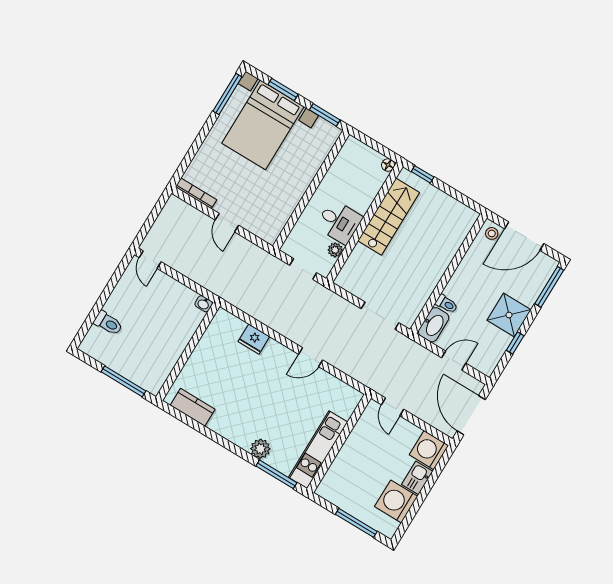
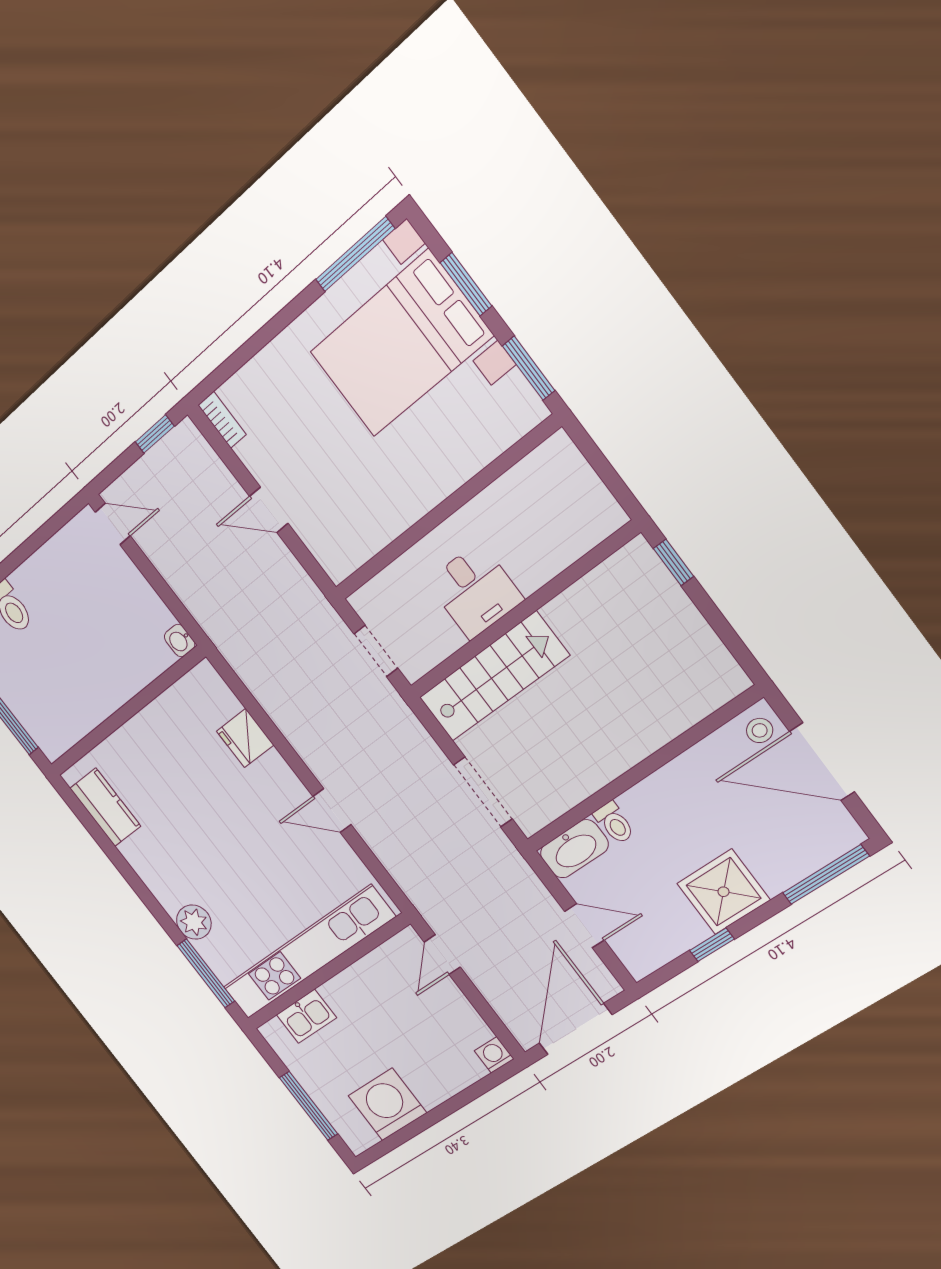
floor lamp: (388, 165) -> (613, 517), removed
bookcase: (196, 193) -> (222, 420), width x0.64
window: (158, 208) -> (155, 434), added
stairs: (389, 217) -> (494, 677), moved
door: (227, 223) -> (269, 510), hinge flipped
plant: (335, 250) -> (447, 640), removed
door: (150, 260) -> (113, 524), swing flipped
kitchen unit: (318, 450) -> (308, 953), width x1.36
washing machine: (429, 450) -> (494, 1055), width x0.53, depth x0.53
kitchen sink: (417, 478) -> (306, 1016), moved, turned 180

